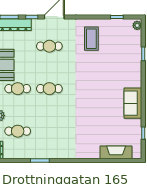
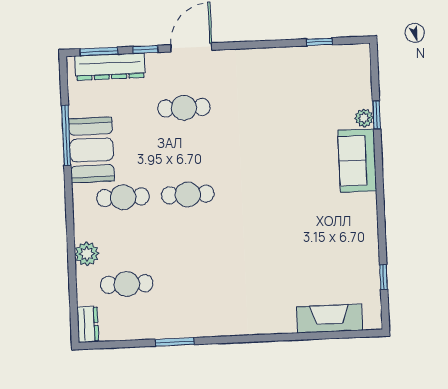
plant: (137, 25) -> (364, 118), moved
coffee table: (91, 39) -> (269, 89), removed
sofa: (133, 103) -> (357, 161), moved

